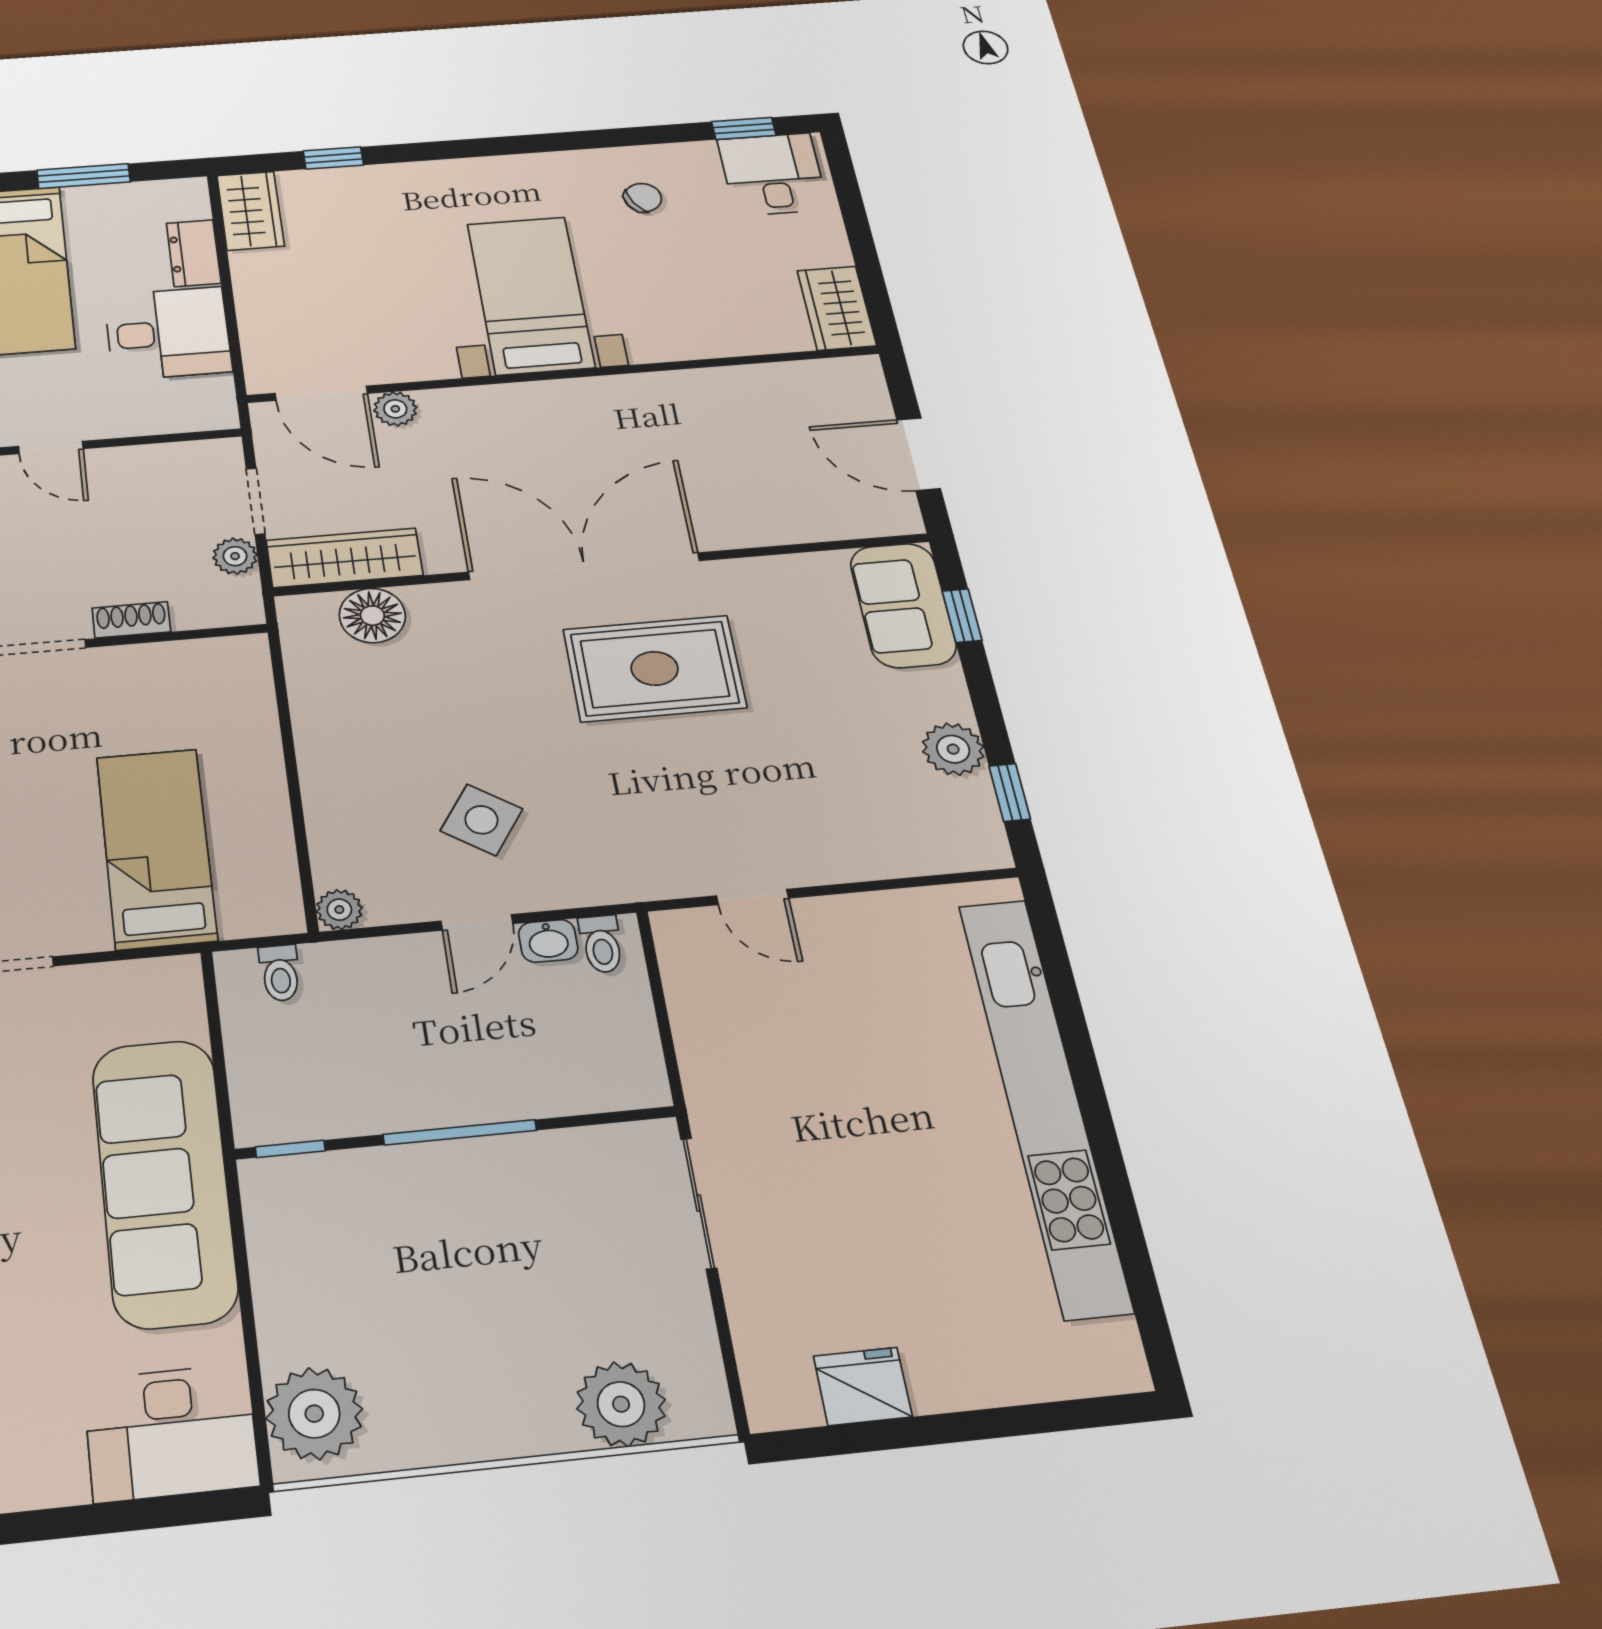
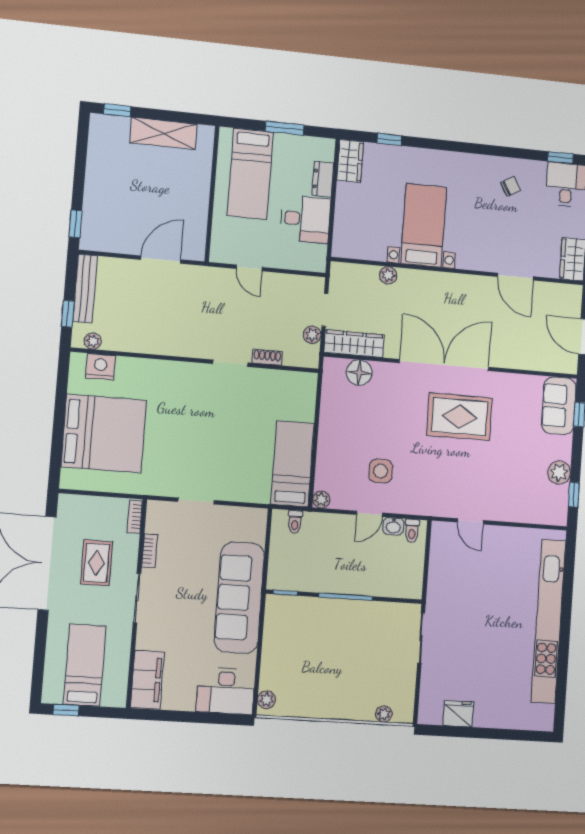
bed with nightstands: (530, 295) -> (424, 225), moved
door: (321, 393) -> (515, 277), moved
side table: (481, 820) -> (381, 471), turned -34
bed: (157, 848) -> (292, 464), moved
plant: (621, 1404) -> (384, 714), width x0.53, depth x0.53
plant: (314, 1414) -> (266, 700), width x0.53, depth x0.53

